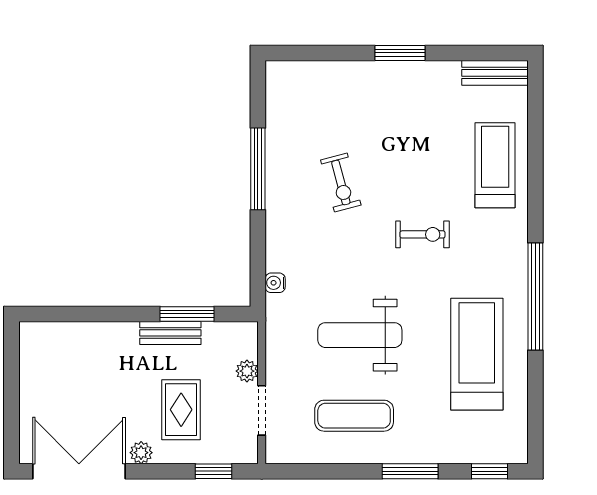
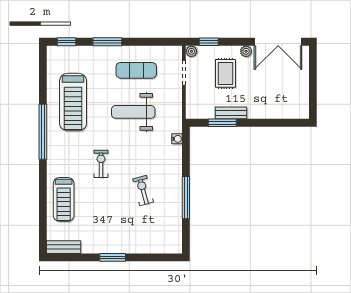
exercise bike: (423, 234) -> (101, 164), turned 90
weight bench: (360, 335) -> (133, 112), turned 180
plant: (247, 371) -> (191, 51), moved

